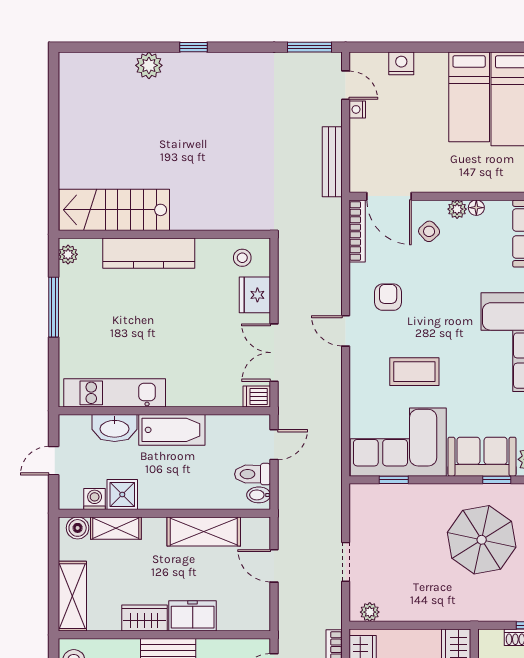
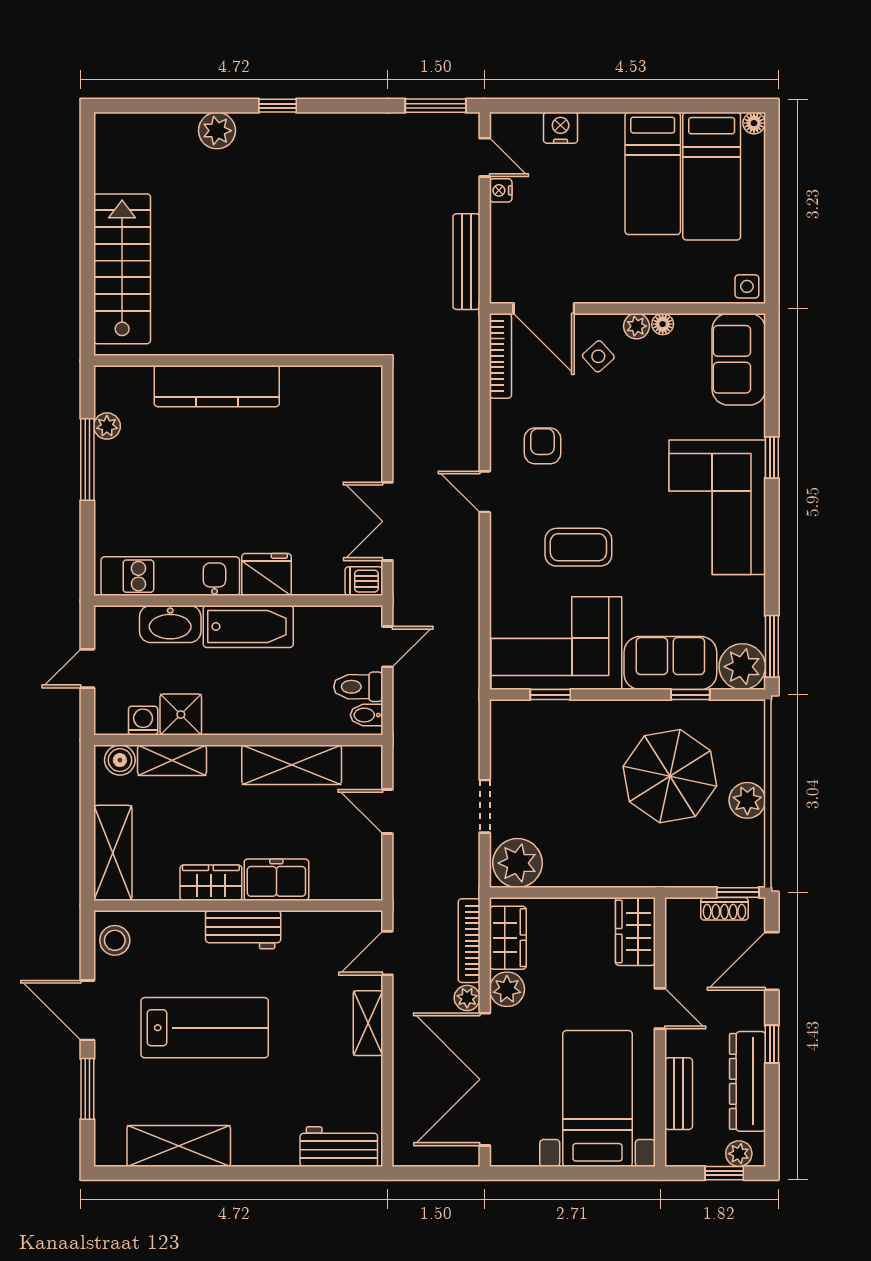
stairs: (114, 210) -> (122, 269), moved, turned 90
plant: (68, 254) -> (107, 426), moved
stool: (242, 258) -> (344, 392), removed
fridge: (255, 295) -> (267, 574), moved, turned 90
plant: (370, 612) -> (517, 863), width x1.88, depth x1.88

